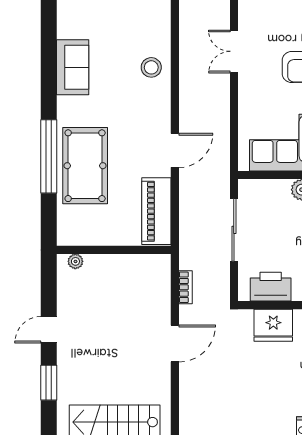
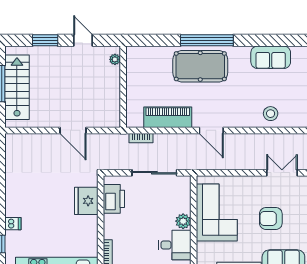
wall: (114, 250) -> (123, 87), moved
plant: (75, 261) -> (115, 59), moved
bookcase: (185, 287) -> (141, 138), moved

